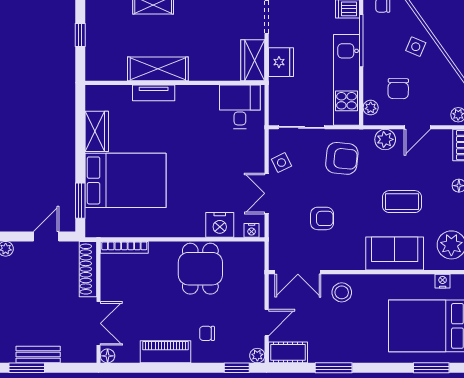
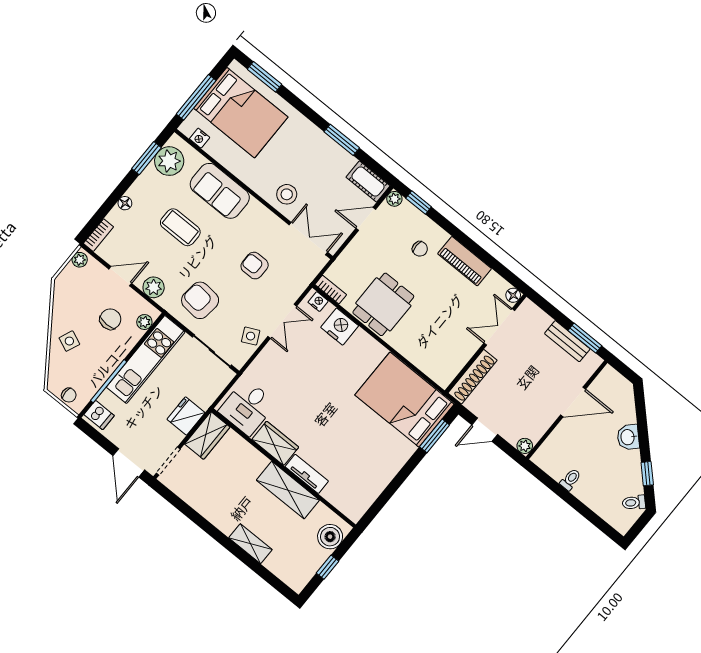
boiler: (97, 60) -> (330, 537), added
wardrobe: (97, 131) -> (275, 443), moved, turned 90
bed: (125, 180) -> (404, 400), moved
bookcase: (124, 247) -> (331, 290), moved, width x0.64

